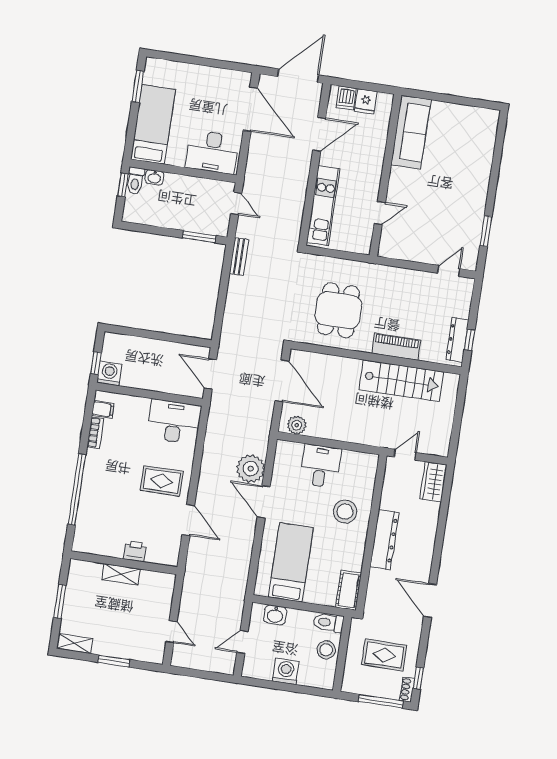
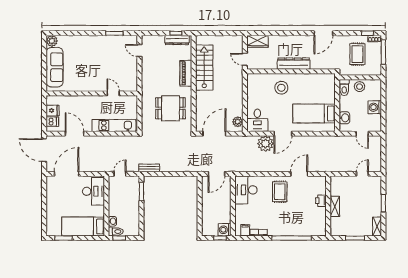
plant: (489, 119) -> (52, 41), added
sofa: (411, 132) -> (55, 67), moved, turned 90
desk: (321, 466) -> (257, 120), moved, turned -90
cot: (349, 590) -> (325, 79), removed

